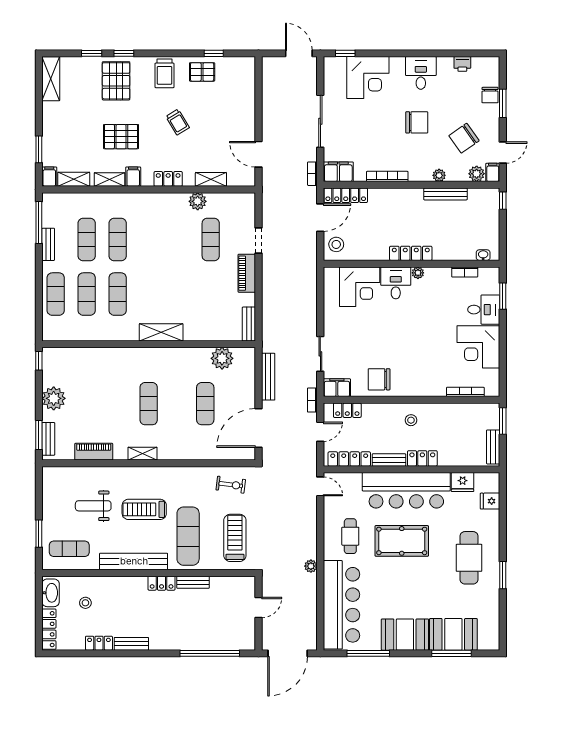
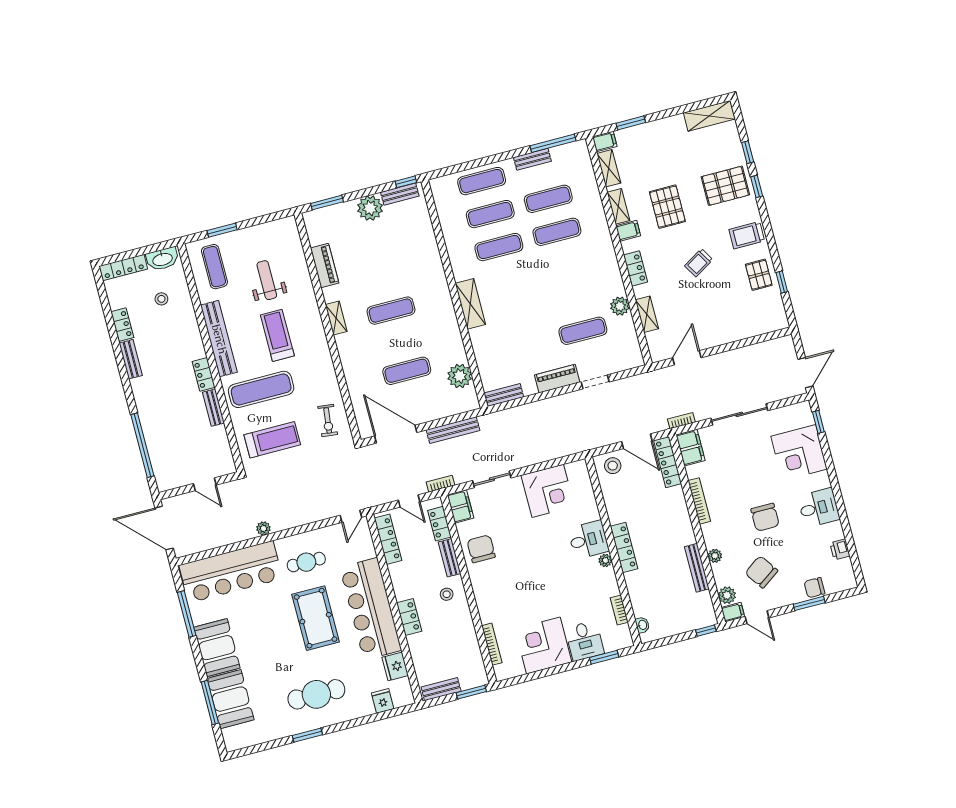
corner desk: (360, 287) -> (548, 491), moved, turned -90
bench: (48, 439) -> (400, 194), moved
bench: (389, 460) -> (450, 558), moved

